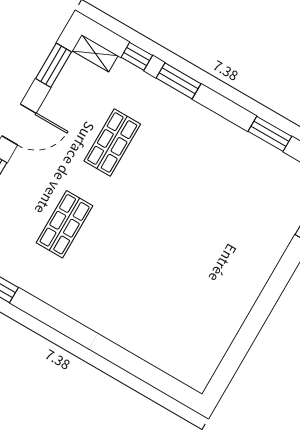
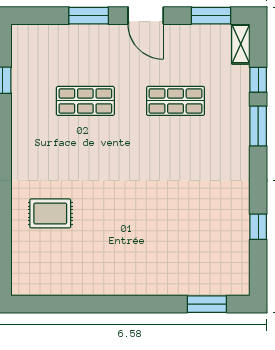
window: (270, 134) -> (258, 227), width x0.67
rug: (148, 315) -> (50, 213), added

